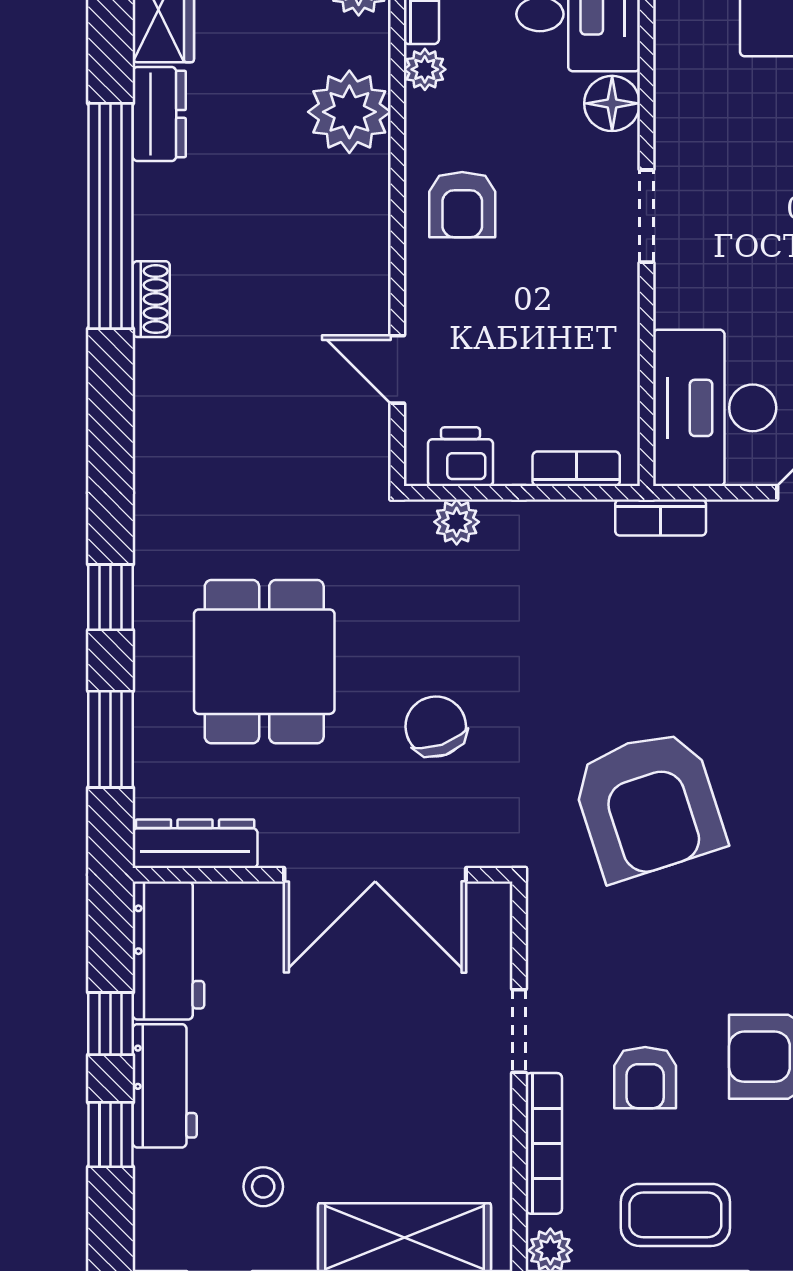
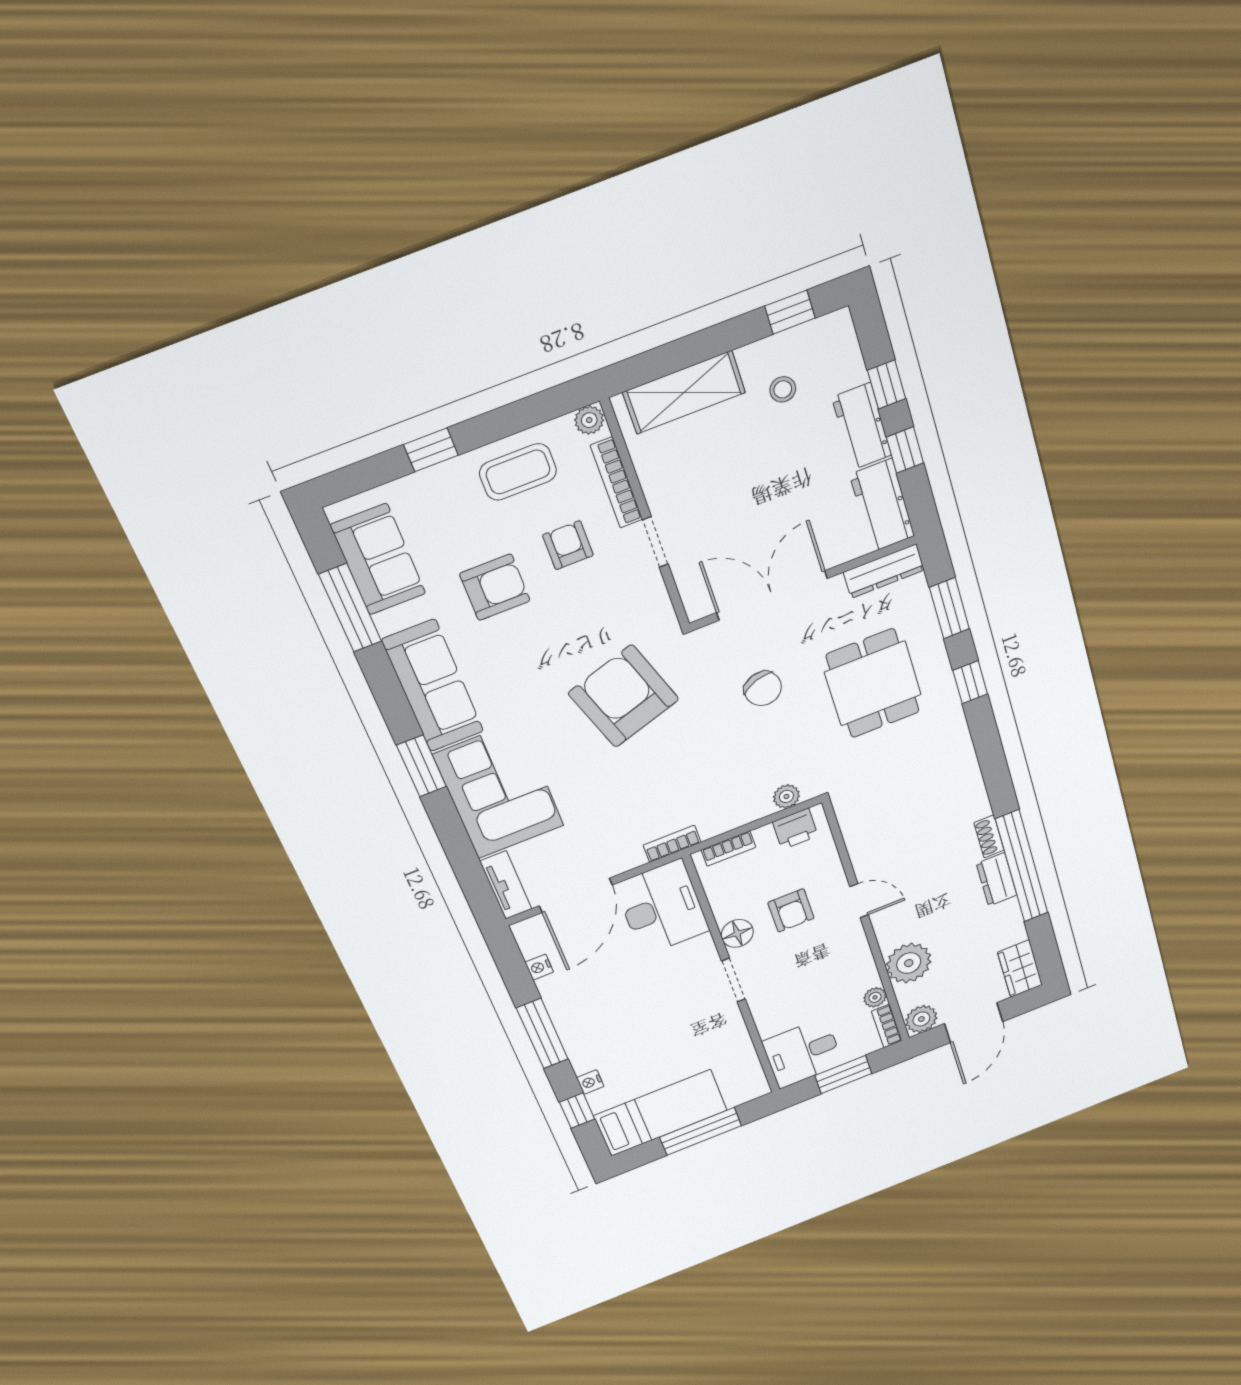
floor lamp: (612, 103) -> (737, 933), moved
dresser: (159, 114) -> (997, 879), moved
armchair: (462, 205) -> (791, 910), moved, turned 180
door: (397, 369) -> (859, 901), moved

